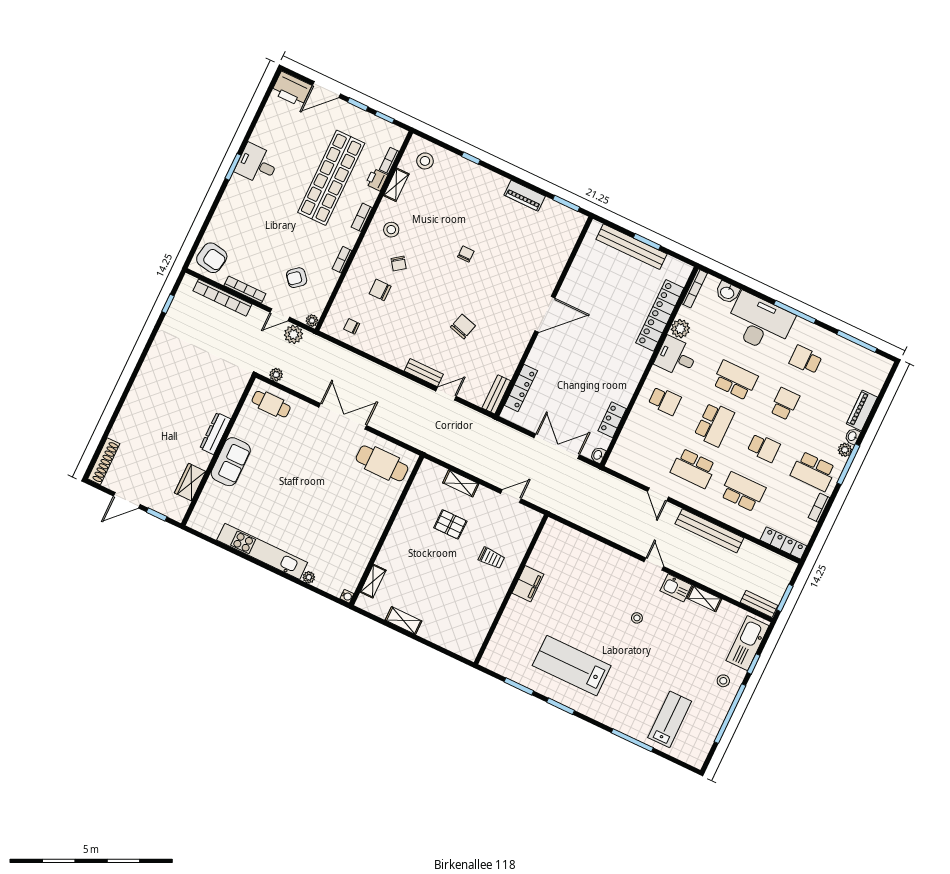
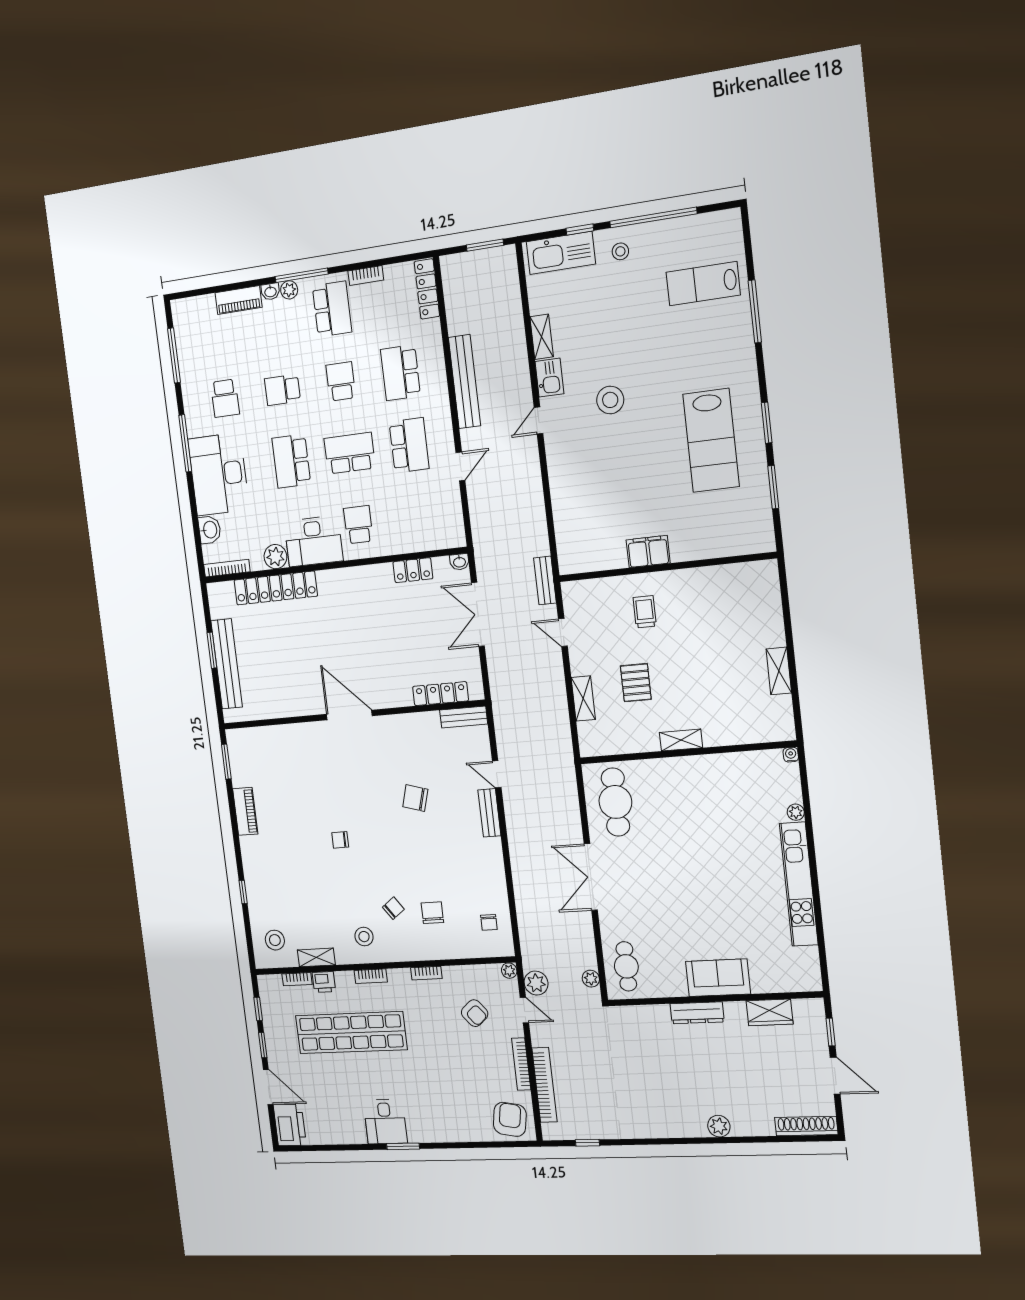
chair: (380, 290) -> (432, 913), turned 180
desk: (676, 357) -> (314, 541), width x1.37
plant: (133, 402) -> (719, 1126), added
shelving: (373, 581) -> (681, 740), moved
bench: (759, 604) -> (545, 581), moved
stool: (637, 618) -> (610, 400), width x1.89, depth x1.89

